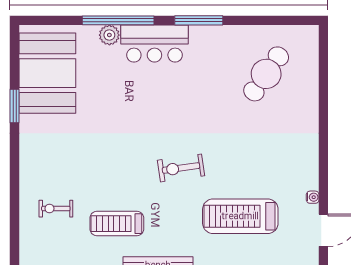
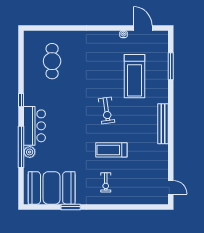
window: (199, 20) -> (21, 100), width x0.46
cafe table: (266, 74) -> (52, 61), turned 55
exercise bike: (56, 209) -> (106, 182), moved
treadmill: (117, 224) -> (111, 150), moved, turned 90

